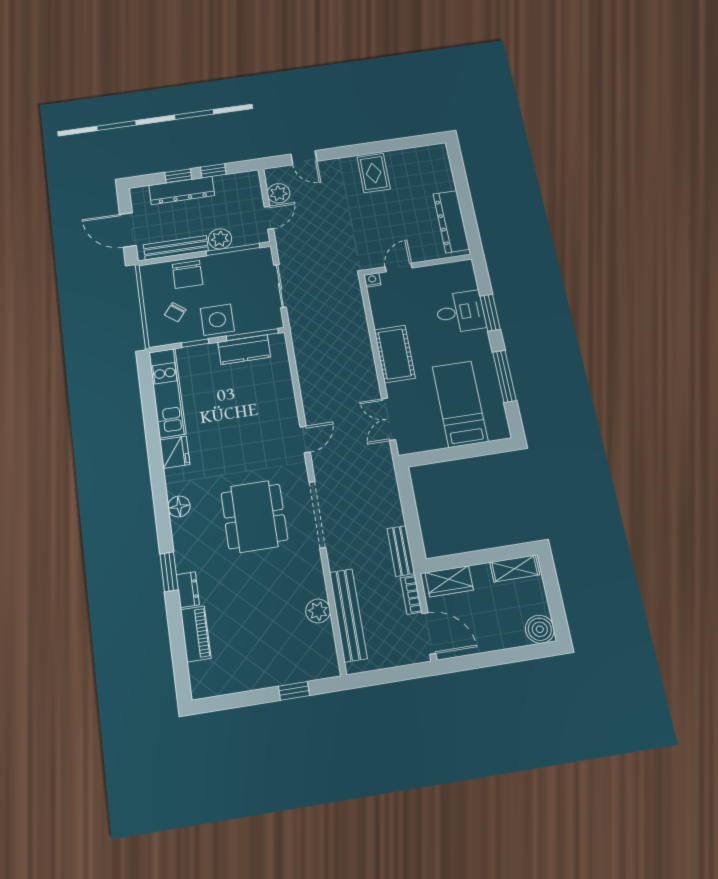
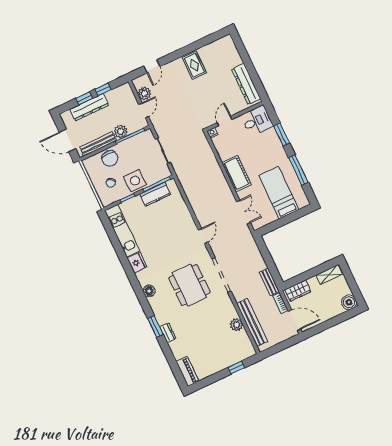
door: (304, 158) -> (152, 66), hinge flipped
desk: (460, 312) -> (257, 121), moved
double door: (389, 419) -> (243, 212), swing flipped
piano: (196, 634) -> (187, 371), moved

